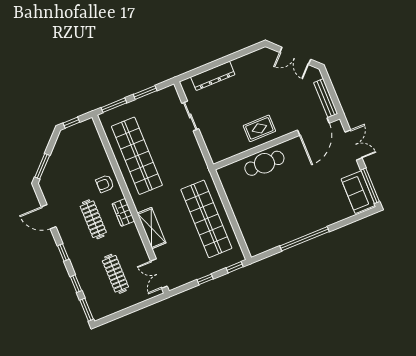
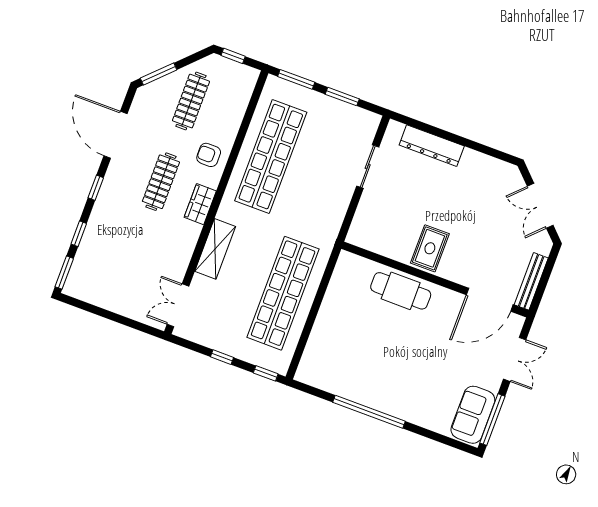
rug: (259, 128) -> (430, 248), turned 90
door: (49, 217) -> (115, 135), width x1.36
clothes rail: (115, 274) -> (191, 101), moved

